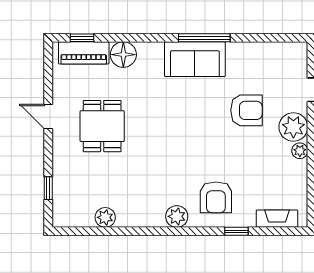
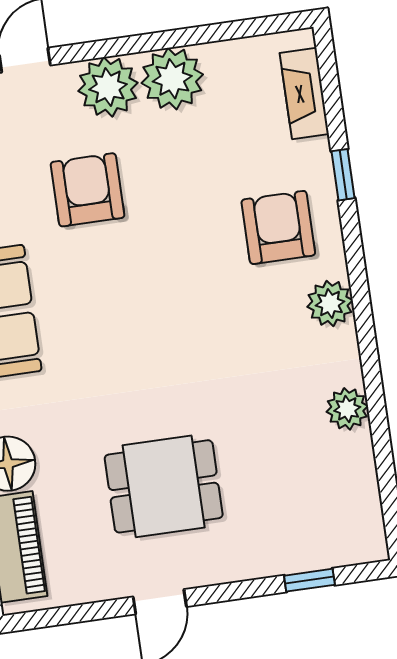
plant: (300, 151) -> (172, 79), width x1.87, depth x1.87
armchair: (216, 197) -> (278, 227), turned -90
plant: (105, 217) -> (347, 409), moved

